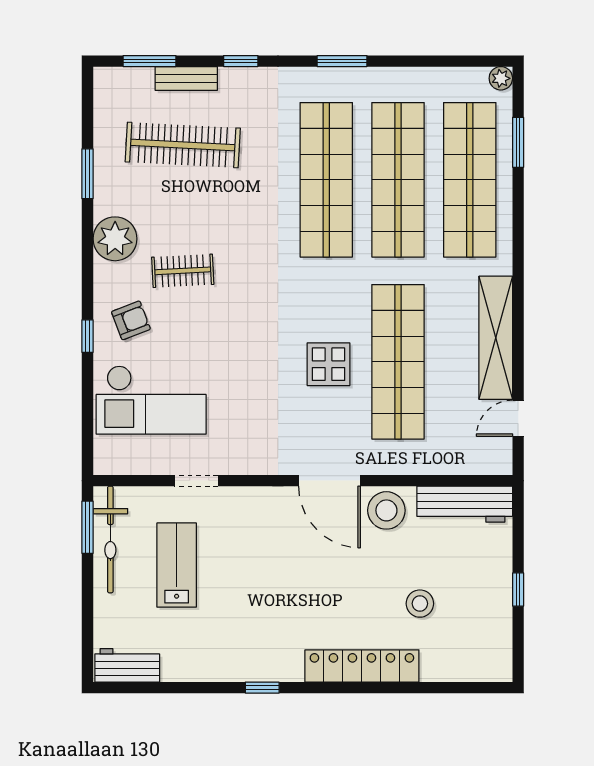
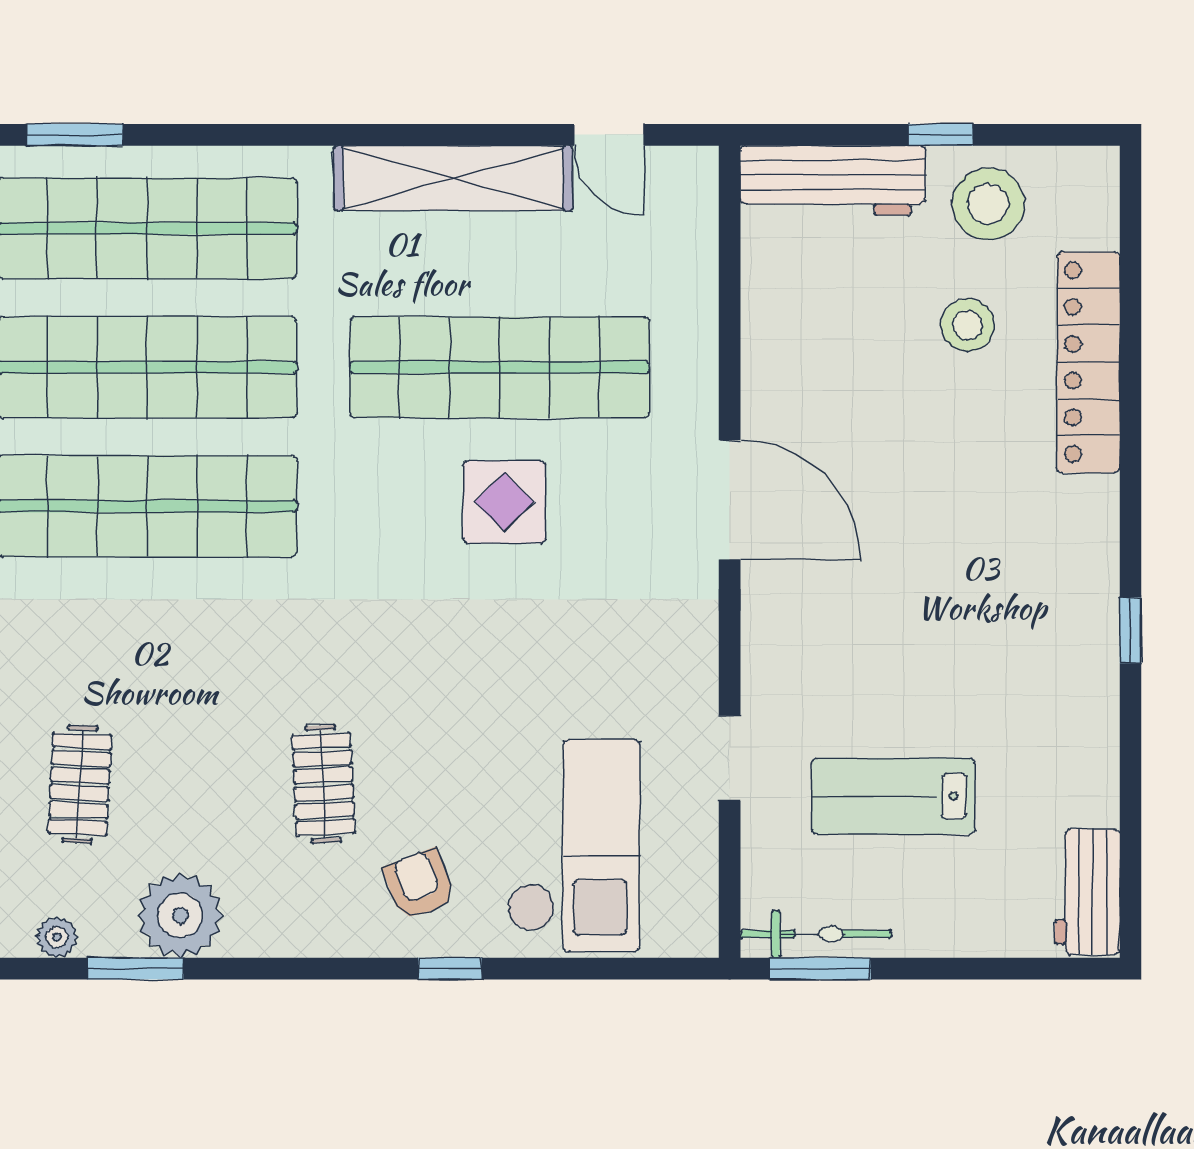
plant: (104, 133) -> (57, 937), added
clothes rail: (183, 145) -> (80, 784), width x0.54, depth x0.76
plant: (115, 239) -> (180, 915), moved
door: (330, 481) -> (730, 500), hinge flipped
workbench: (465, 504) -> (833, 180), moved, turned 90
stool: (386, 510) -> (988, 204), moved
bicycle: (110, 539) -> (816, 934), width x0.73, depth x0.71
locker: (362, 666) -> (1089, 362), moved

